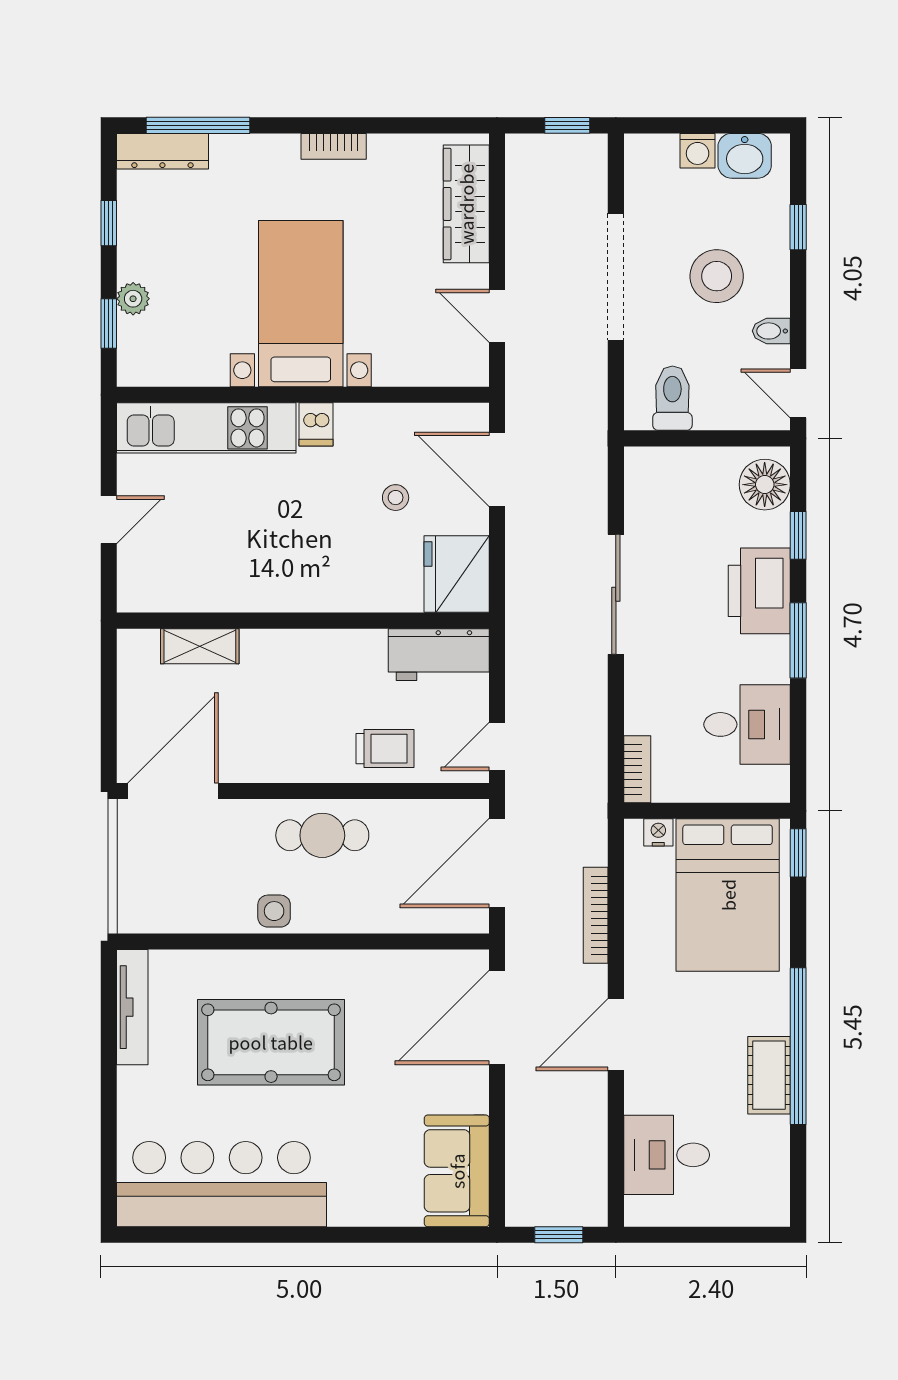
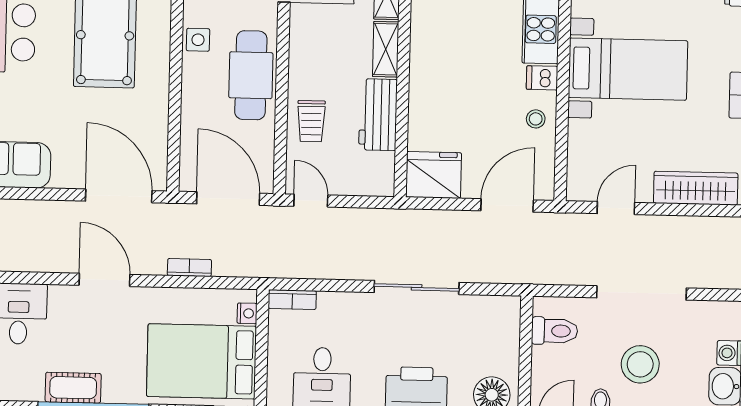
stool: (396, 498) -> (536, 119), moved
shelving: (281, 646) -> (386, 49), added
workbench: (439, 655) -> (378, 115), moved
cafe table: (322, 835) -> (251, 75), width x1.37, depth x1.35
bookcase: (596, 915) -> (189, 268), width x0.64

